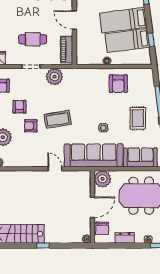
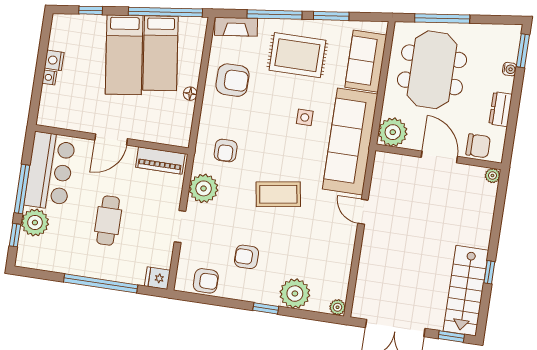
cafe table: (33, 39) -> (108, 221), moved
window: (151, 40) -> (165, 12), width x3.17
fireplace: (149, 81) -> (236, 27), added
rug: (138, 118) -> (297, 55), width x1.36, depth x1.43
coffee table: (58, 119) -> (278, 194), turned 90
armchair: (31, 126) -> (226, 150), moved
door: (55, 169) -> (363, 212), hinge flipped
window: (43, 246) -> (489, 272), moved

